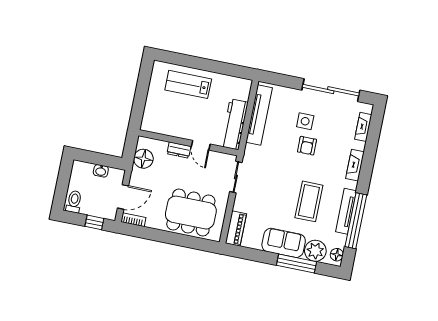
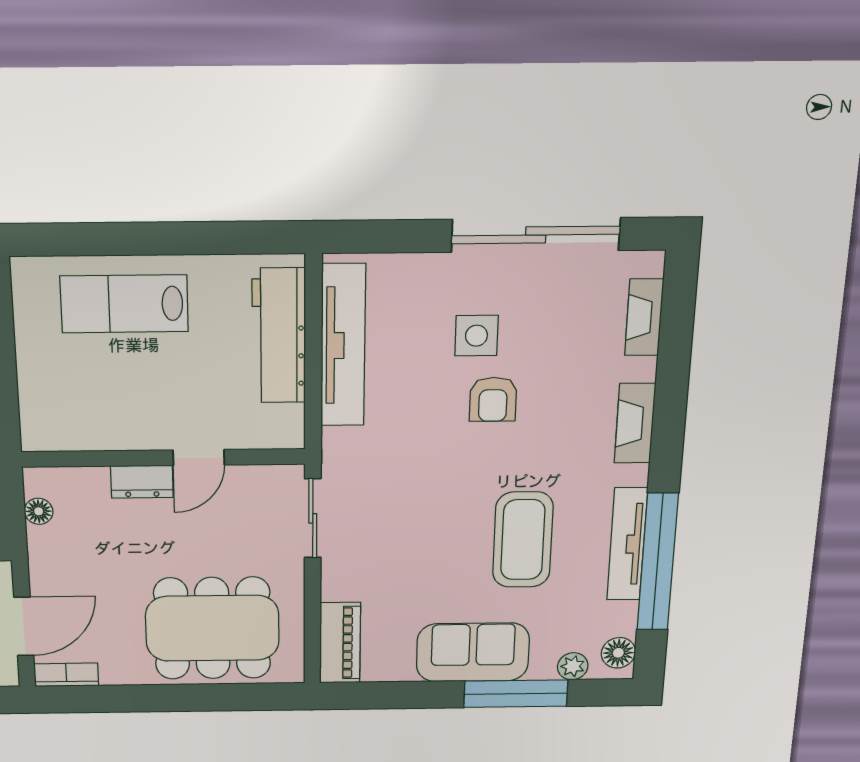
workbench: (234, 124) -> (279, 336), moved
door: (201, 145) -> (199, 458), hinge flipped
floor lamp: (143, 159) -> (39, 511), width x0.53, depth x0.53
plant: (315, 251) -> (573, 666), width x0.53, depth x0.53

